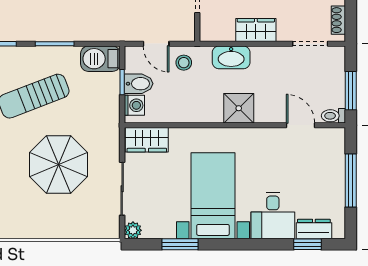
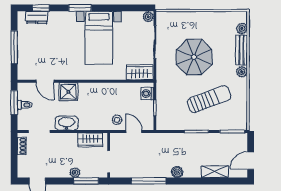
wardrobe: (256, 30) -> (90, 140), moved
washbasin: (231, 57) -> (67, 123), moved
barbecue: (100, 59) -> (168, 122), removed
bidet: (139, 84) -> (145, 107), removed
shower: (239, 108) -> (68, 92), moved
toilet: (333, 116) -> (25, 105), moved
desk: (273, 216) -> (62, 26), removed
window: (180, 244) -> (80, 8), moved

